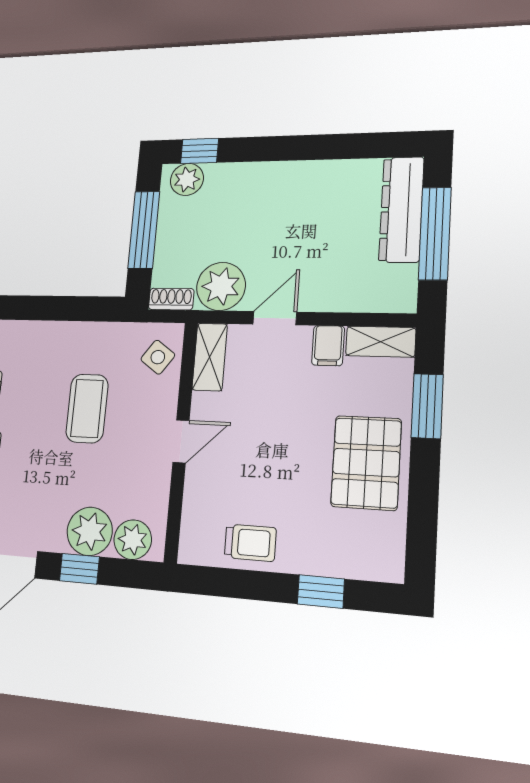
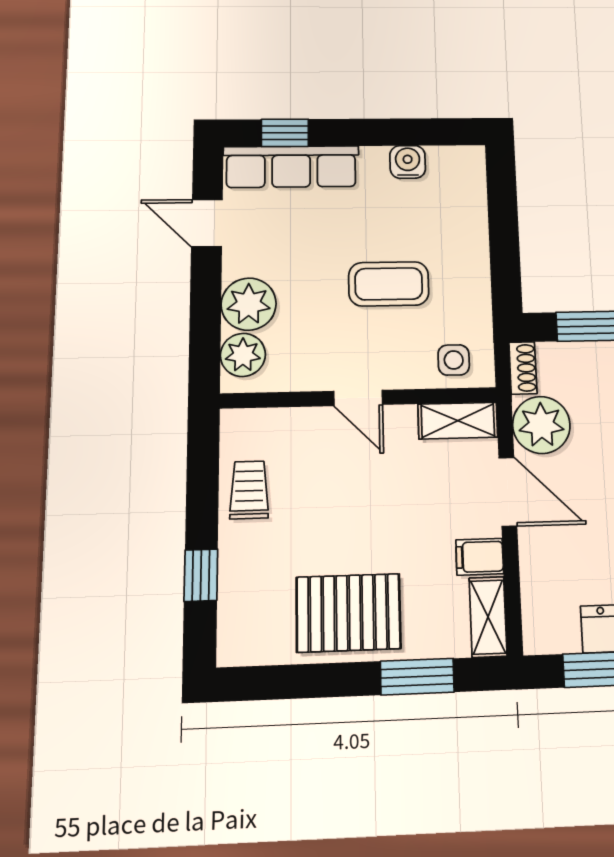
door: (275, 318) -> (508, 492), width x1.38
side table: (158, 357) -> (454, 360), turned -36
trolley: (250, 543) -> (249, 490), turned 180
window: (79, 569) -> (206, 297), removed

